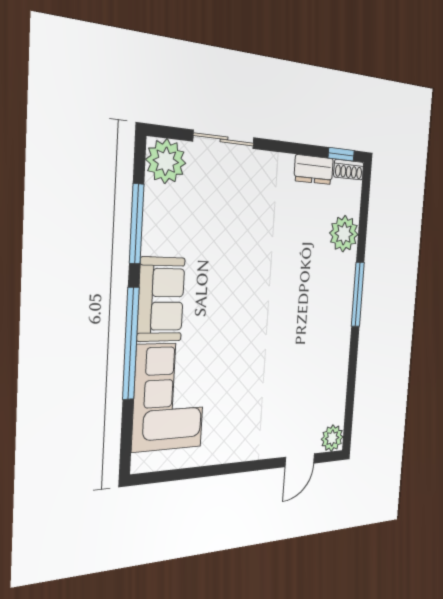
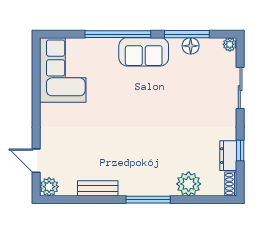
window: (341, 154) -> (240, 151), moved
plant: (166, 161) -> (230, 44), width x0.53, depth x0.53
floor lamp: (156, 219) -> (191, 46), added
bench: (339, 368) -> (98, 188), added
corner sofa: (169, 397) -> (63, 70), moved, turned -90

